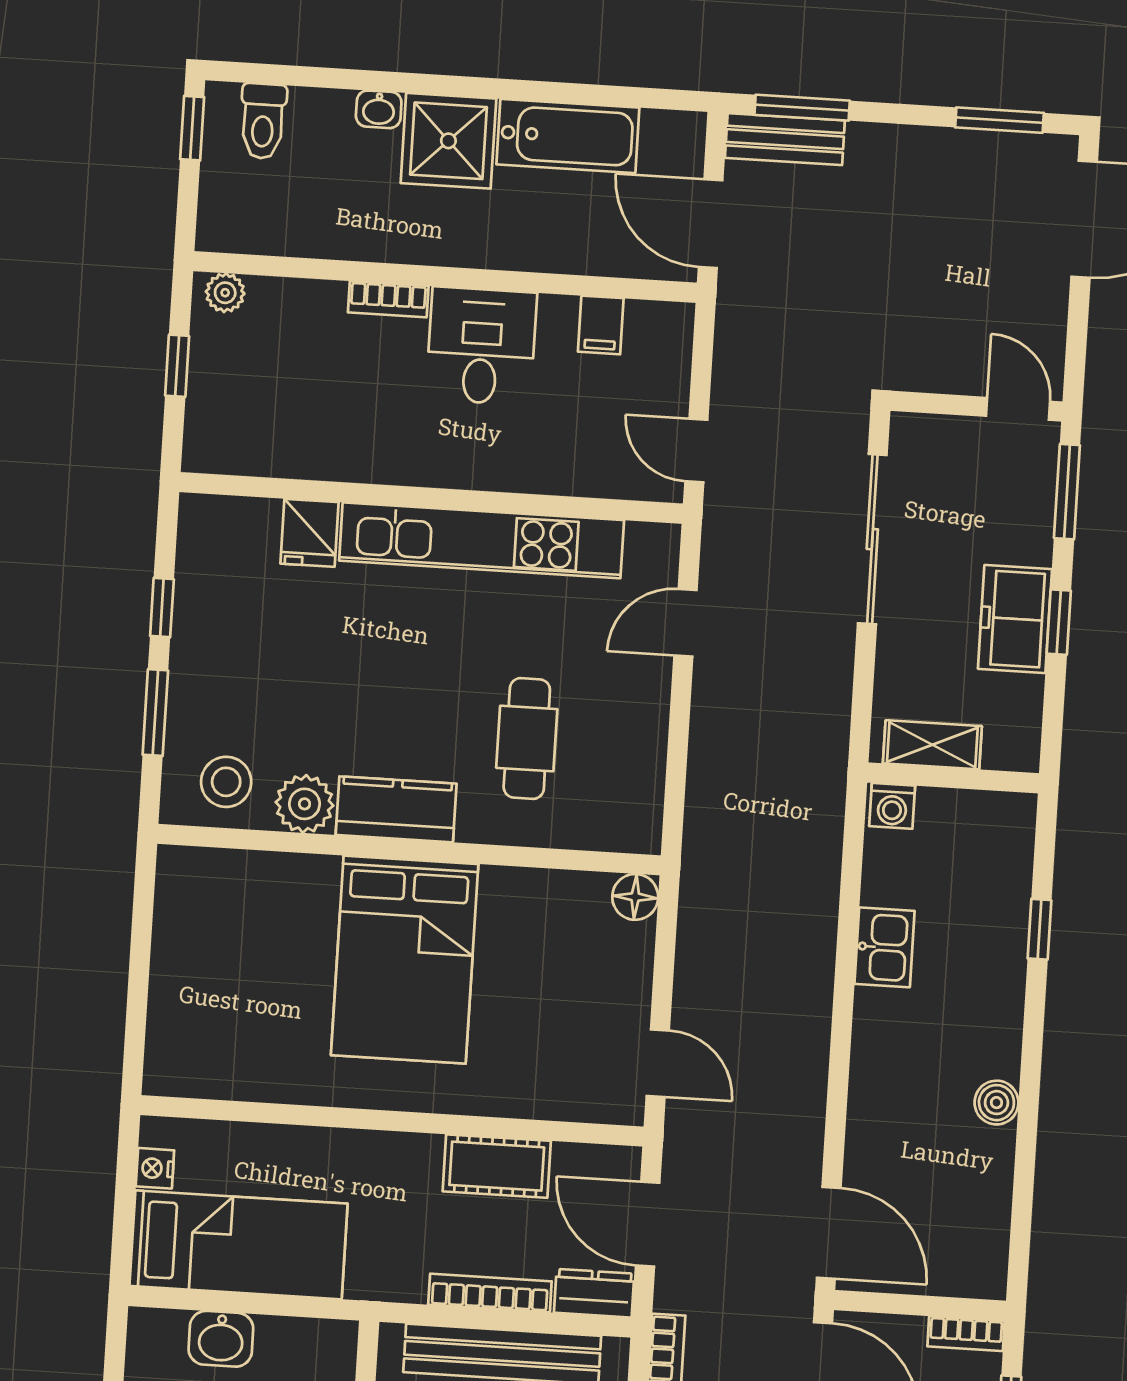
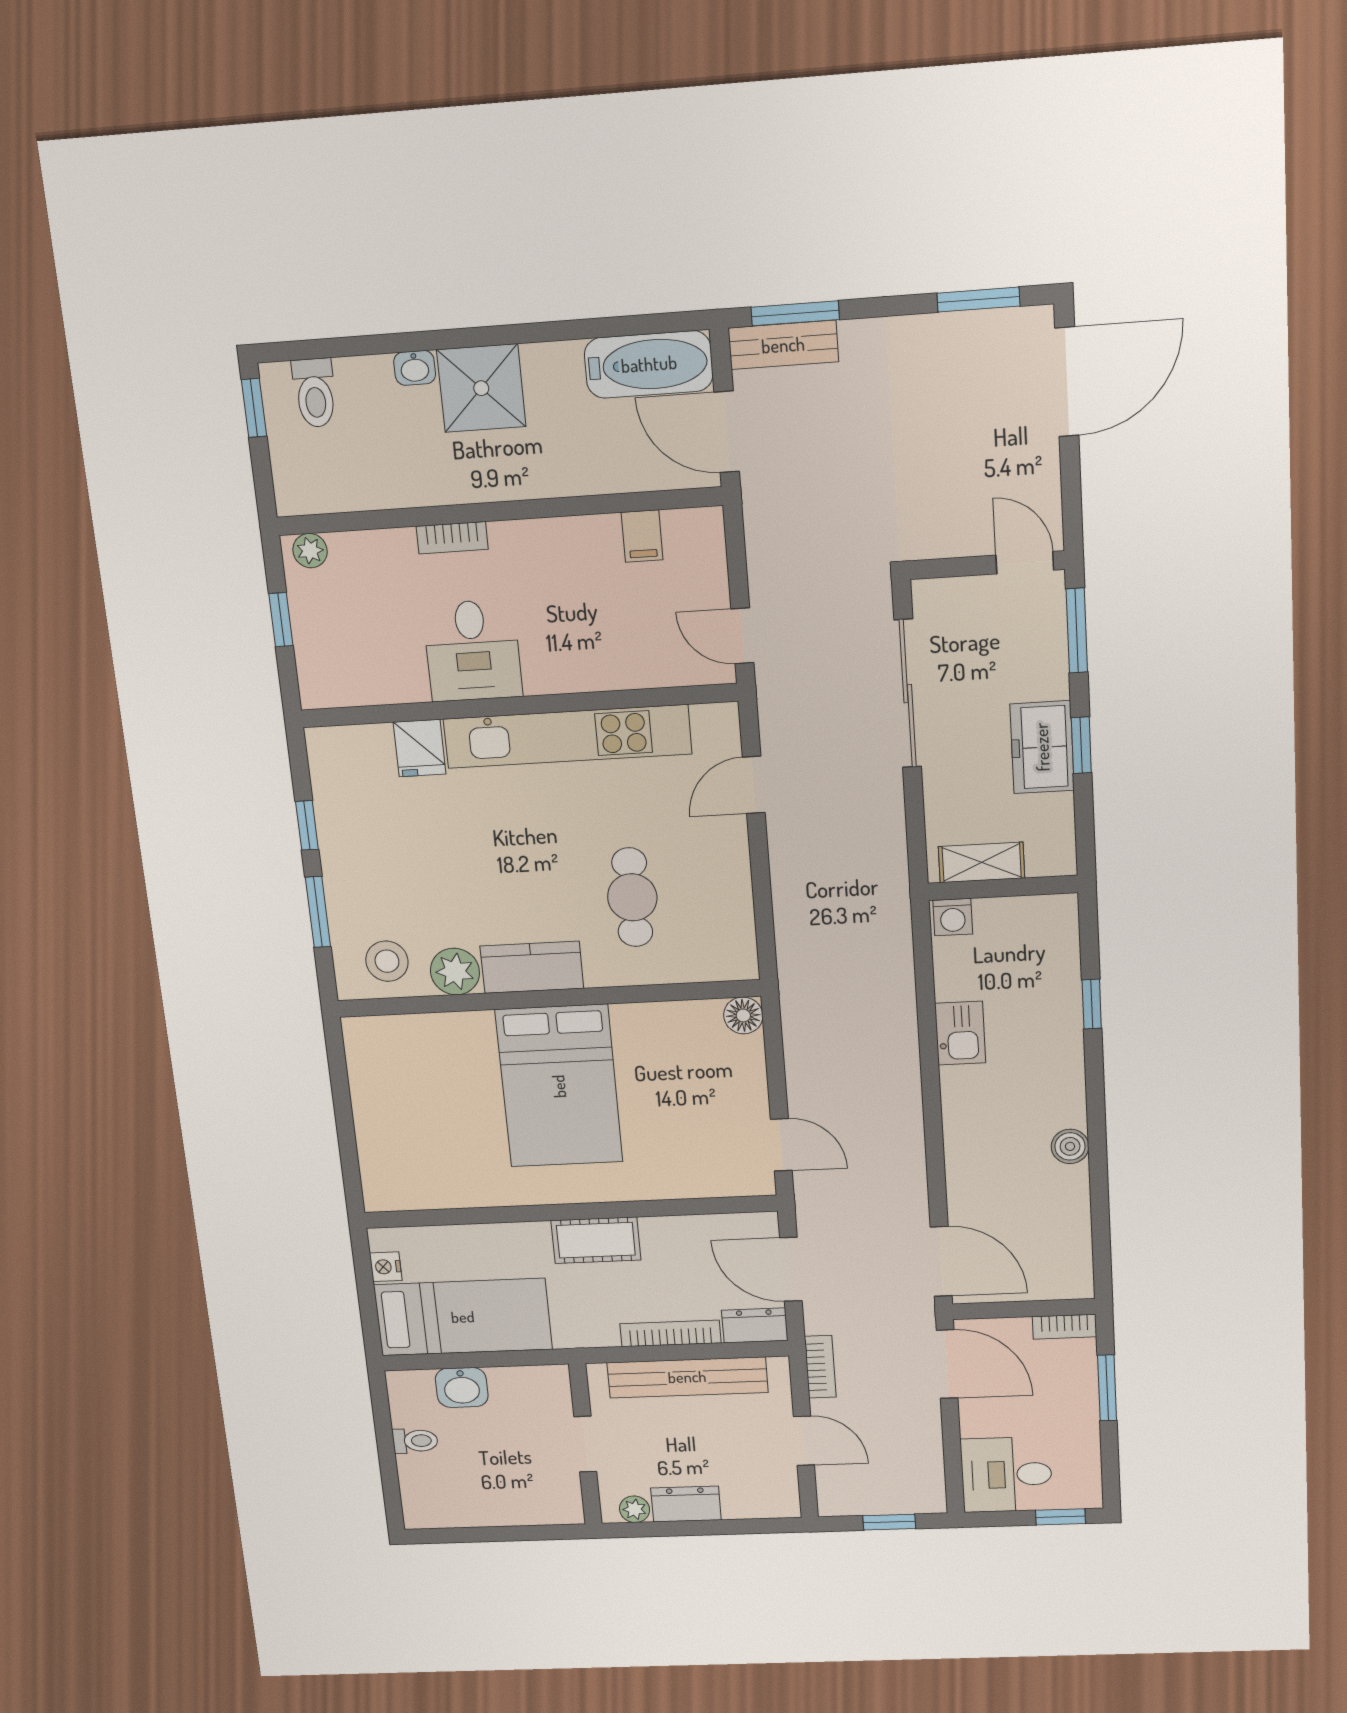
bathtub: (568, 136) -> (649, 364), moved
desk: (481, 346) -> (473, 651), moved, turned 180
cot: (497, 1166) -> (596, 1240), moved

